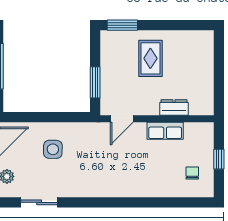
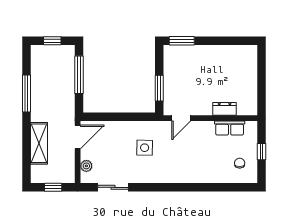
rug: (150, 58) -> (205, 68), removed
row of seats: (165, 131) -> (230, 128), moved
side table: (53, 149) -> (145, 148), moved

